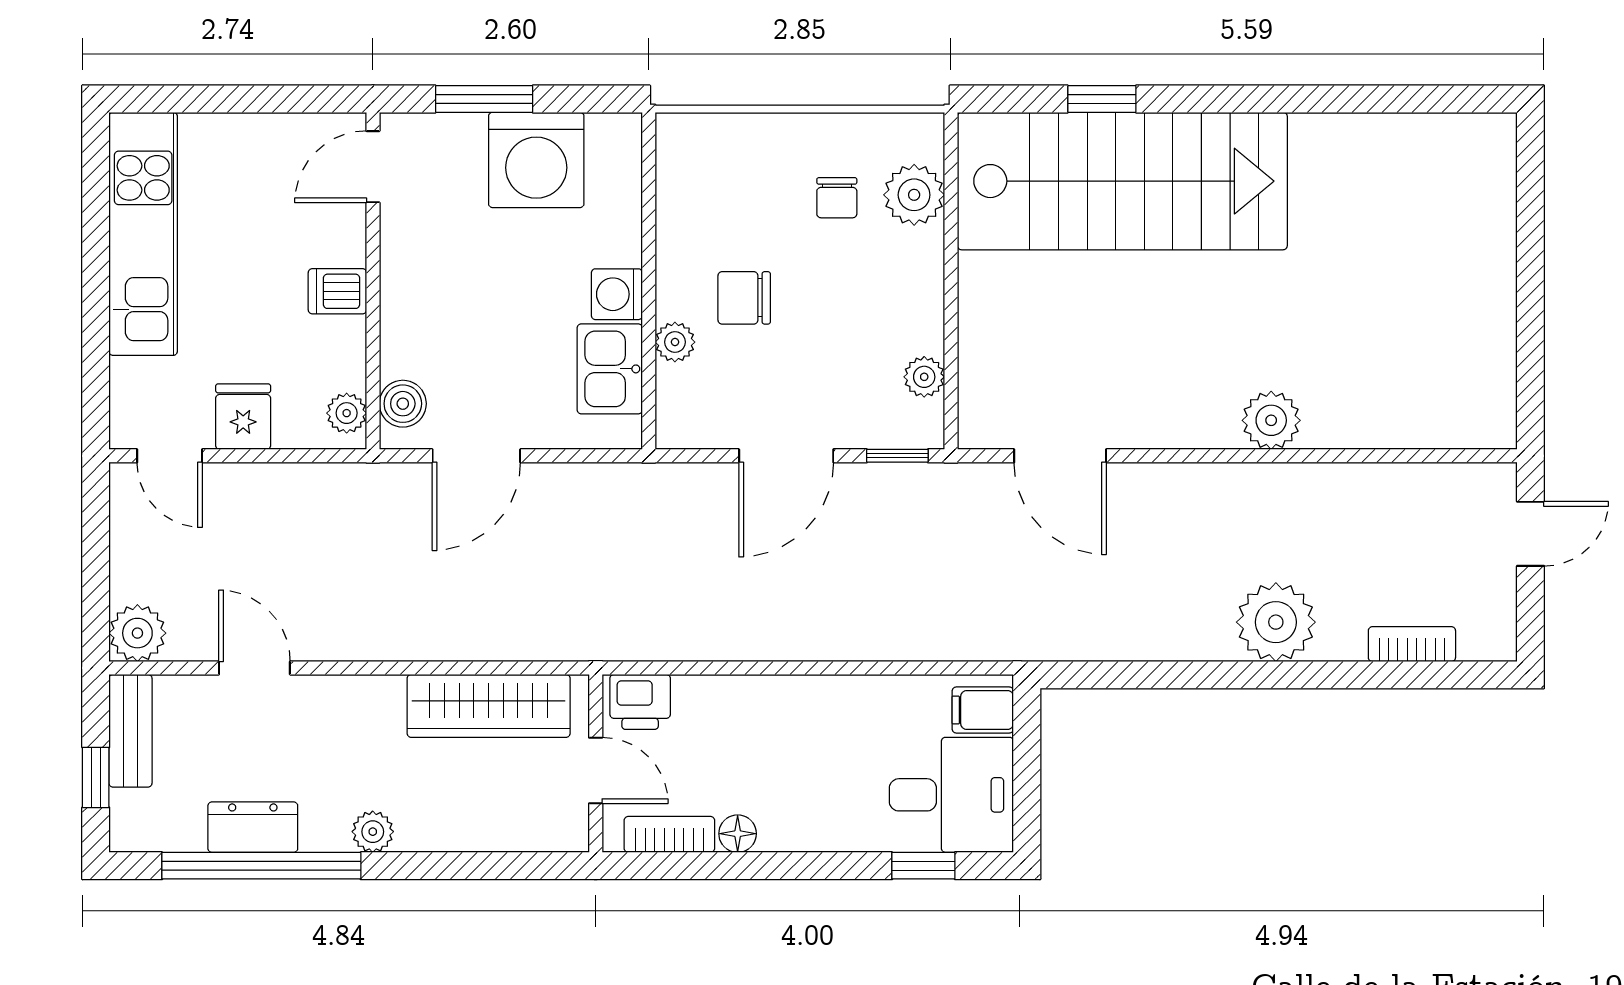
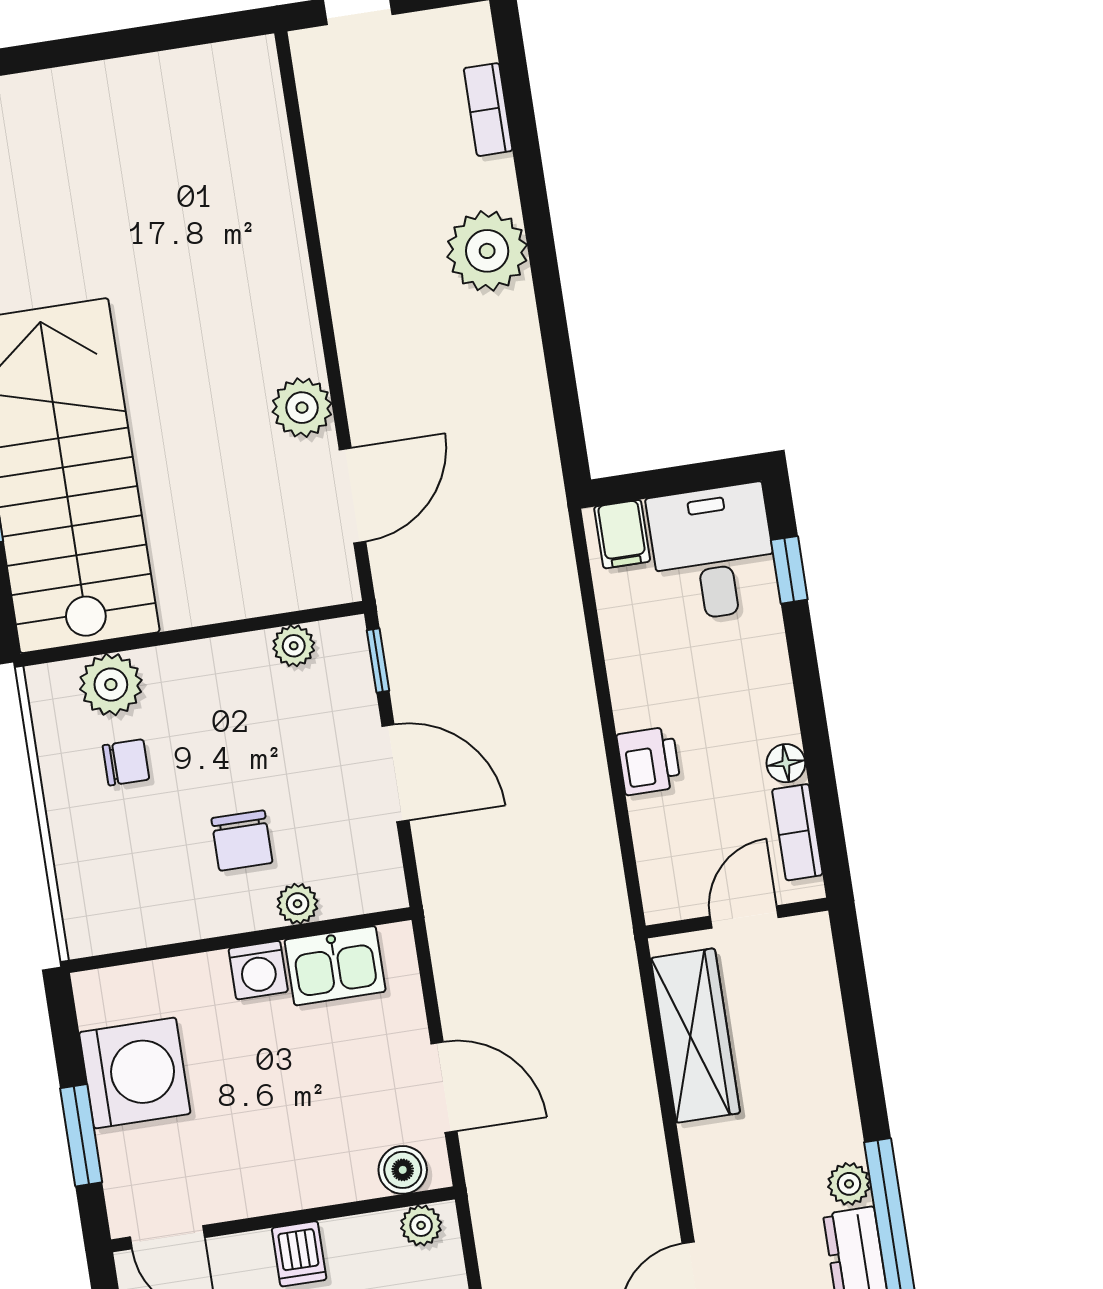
plant: (1271, 420) -> (302, 408), moved
printer: (640, 702) -> (649, 761), moved
plant: (373, 832) -> (849, 1184), moved

